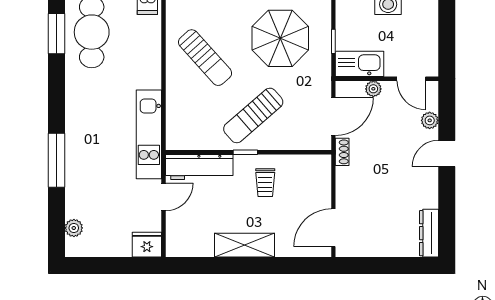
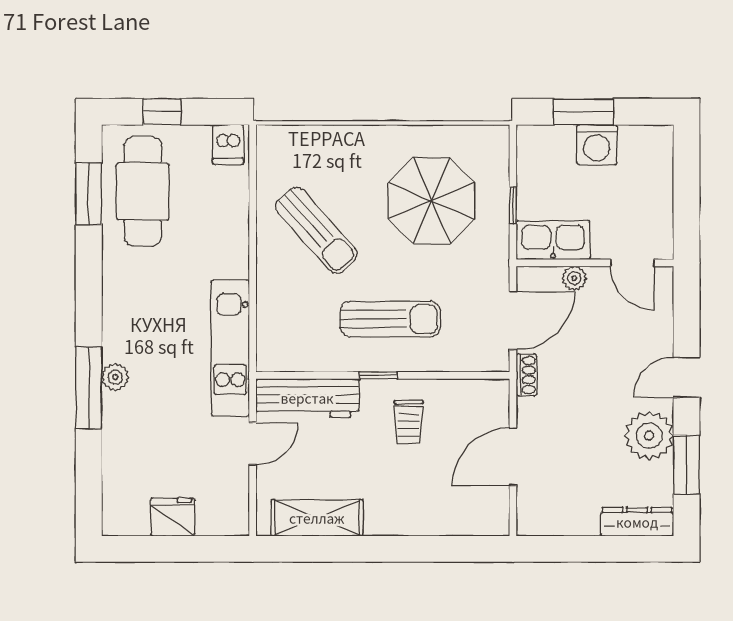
sun lounger: (253, 115) -> (390, 319), turned -139
plant: (430, 120) -> (649, 436), moved, width x1.88, depth x1.88
window: (447, 211) -> (686, 465), added
plant: (74, 228) -> (115, 377), moved
door: (333, 228) -> (513, 457), moved
dresser: (429, 233) -> (637, 522), moved, turned 90
fridge: (147, 245) -> (173, 517), moved
shelving: (245, 245) -> (317, 518), moved

